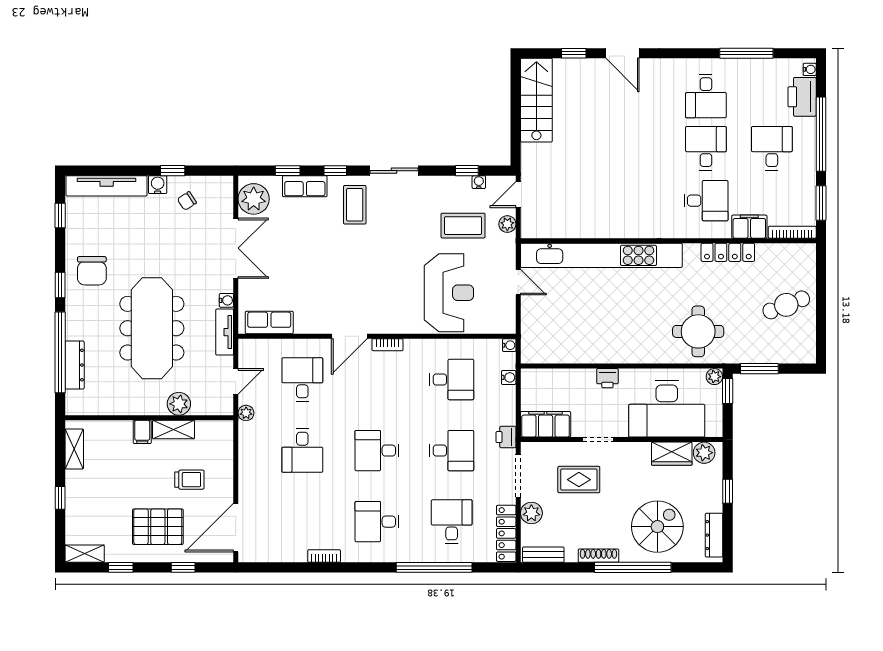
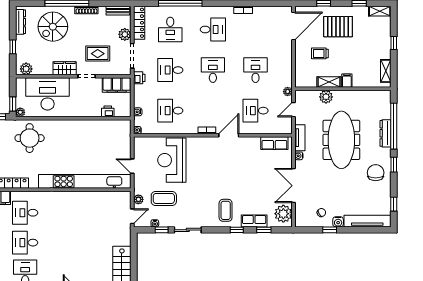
desk: (706, 148) -> (25, 243), turned 90
sliding door: (394, 171) -> (188, 230), moved
dresser: (75, 365) -> (385, 133), moved
printer: (607, 378) -> (108, 111), moved
desk: (302, 379) -> (256, 111), turned 90
desk: (377, 451) -> (213, 70), turned -90
wardrobe: (672, 454) -> (65, 68), moved

